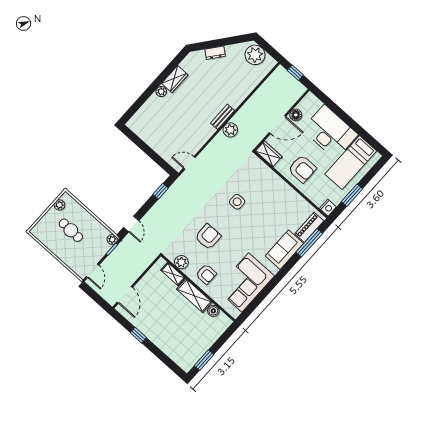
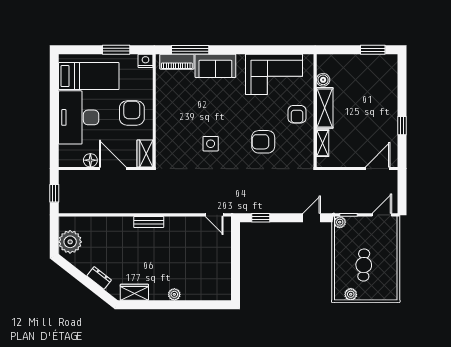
wardrobe: (175, 79) -> (134, 292), moved
plant: (230, 130) -> (154, 205), removed
plant: (181, 262) -> (306, 145), removed
armchair: (206, 274) -> (297, 114), turned 180

